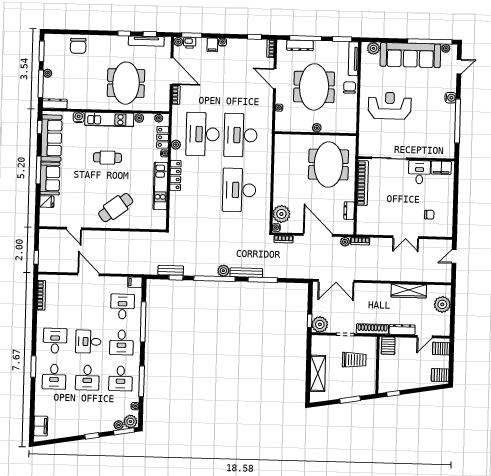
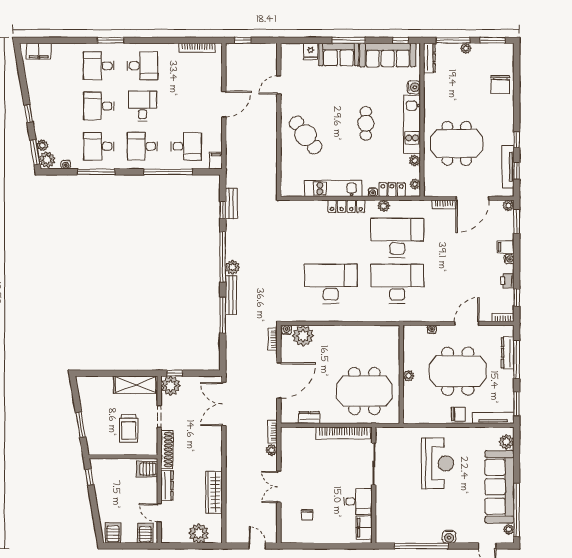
printer: (190, 43) -> (507, 281), moved
chair: (78, 46) -> (500, 84), turned -90
plant: (345, 242) -> (272, 450), moved
shelving: (318, 373) -> (136, 385), moved

